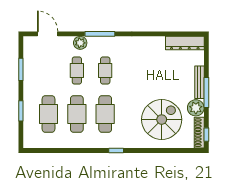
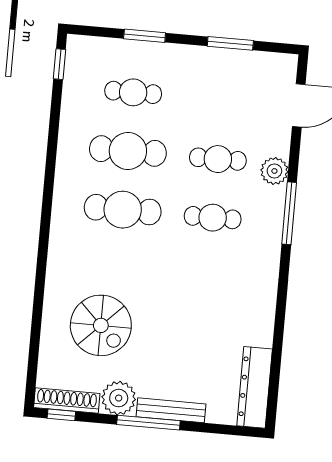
cafe table: (49, 114) -> (133, 92), width x0.73, depth x0.74
spiral stairs: (162, 120) -> (101, 325), width x0.73, depth x0.73
window: (116, 151) -> (59, 64), moved

